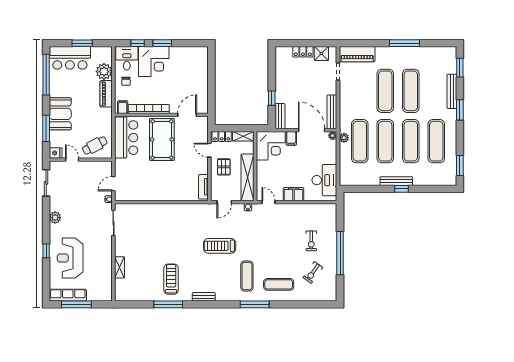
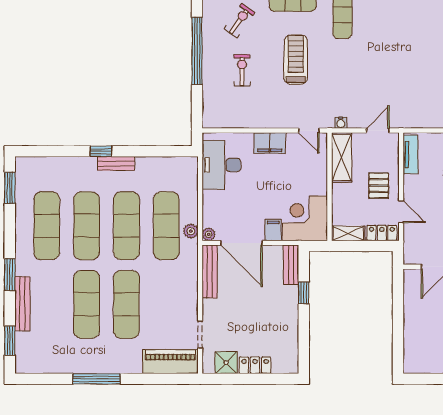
shelving: (247, 177) -> (342, 157), width x0.68
bench: (396, 181) -> (116, 163), width x0.73
treadmill: (220, 246) -> (296, 60), moved, turned -90

